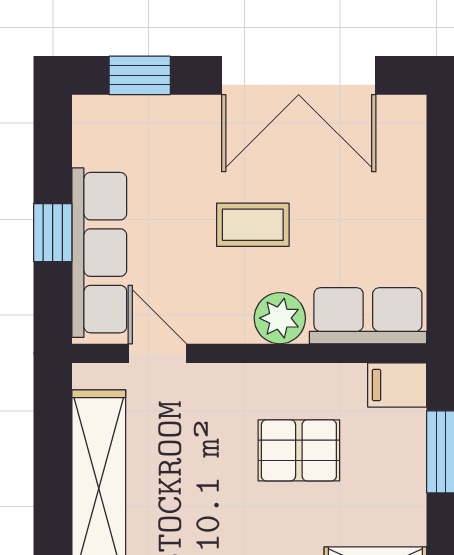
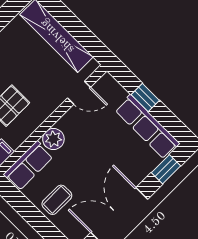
coffee table: (253, 225) -> (57, 200), moved
row of seats: (99, 253) -> (147, 127), moved

